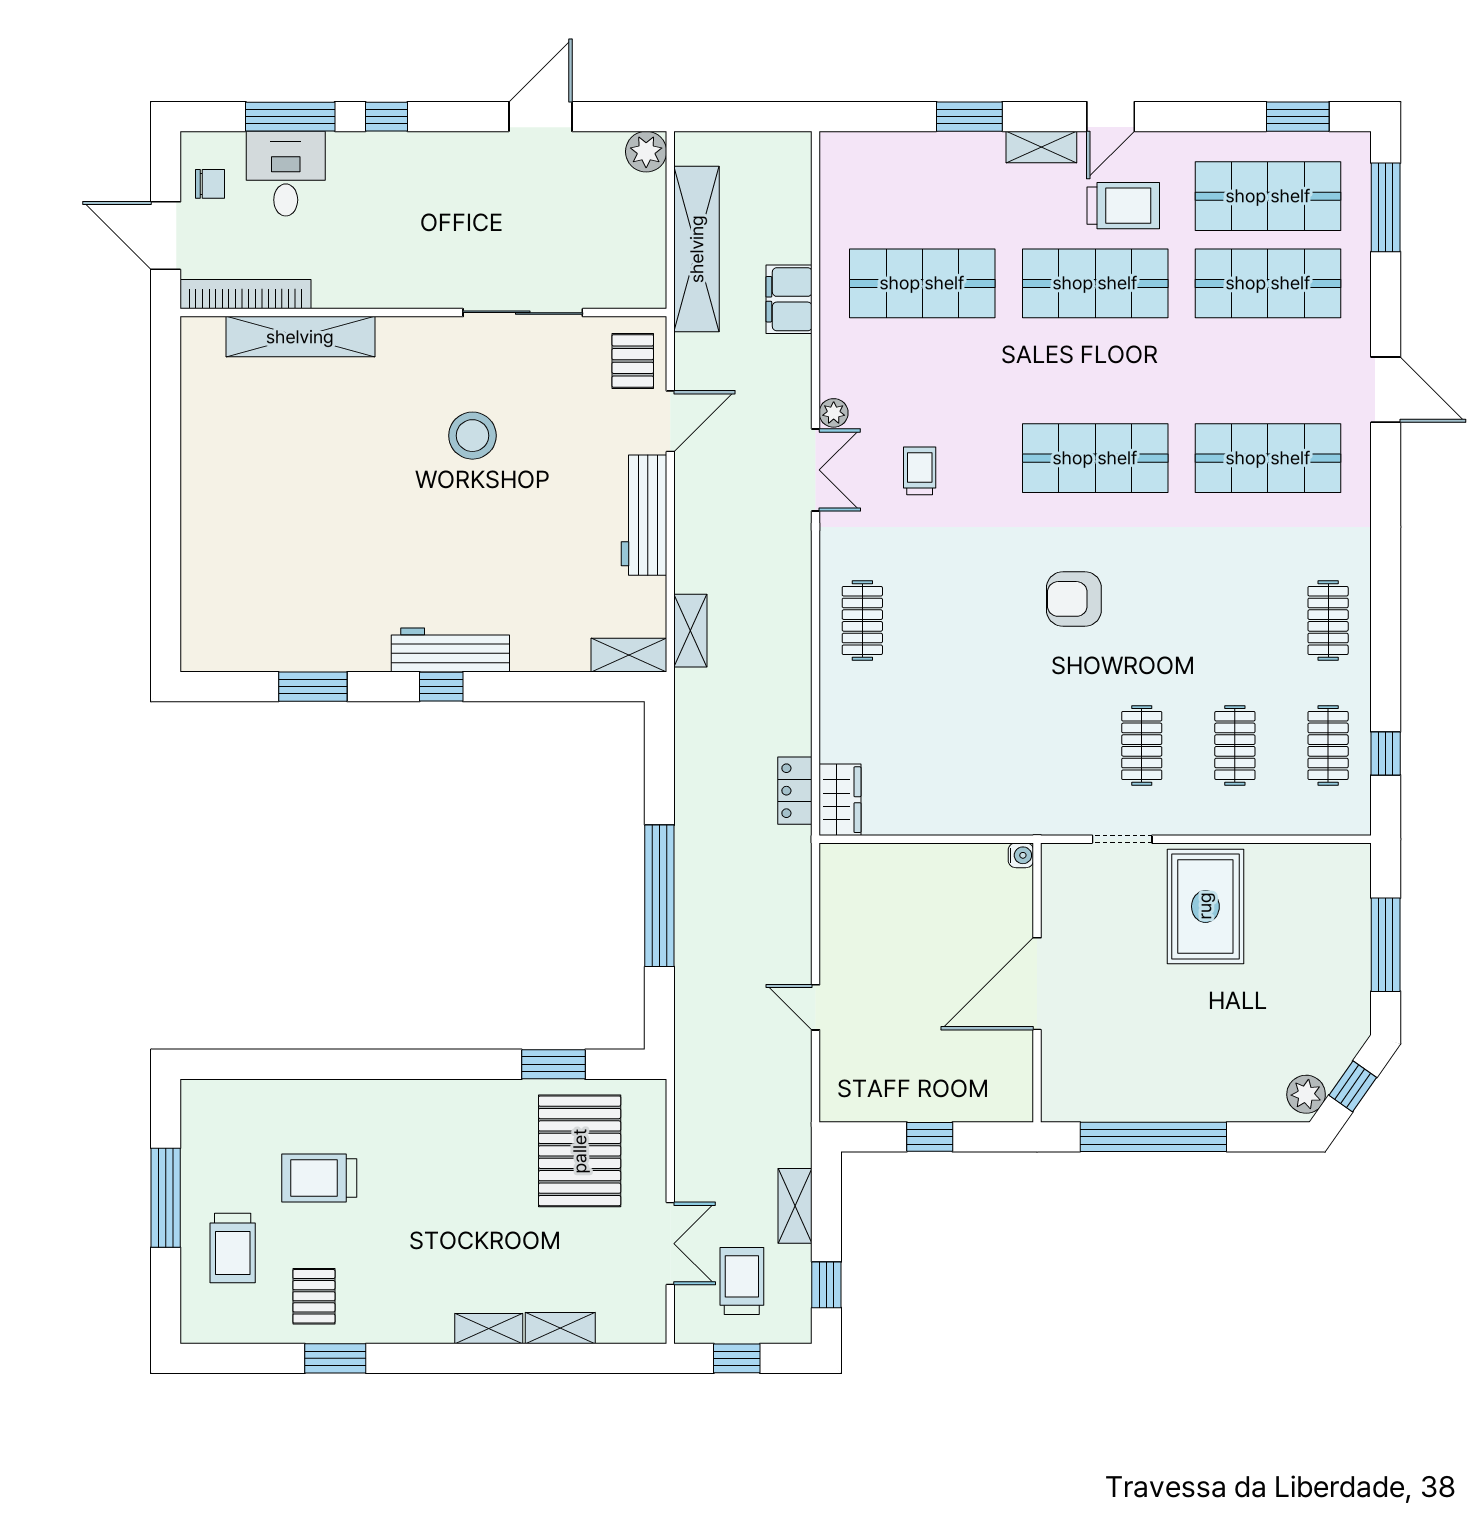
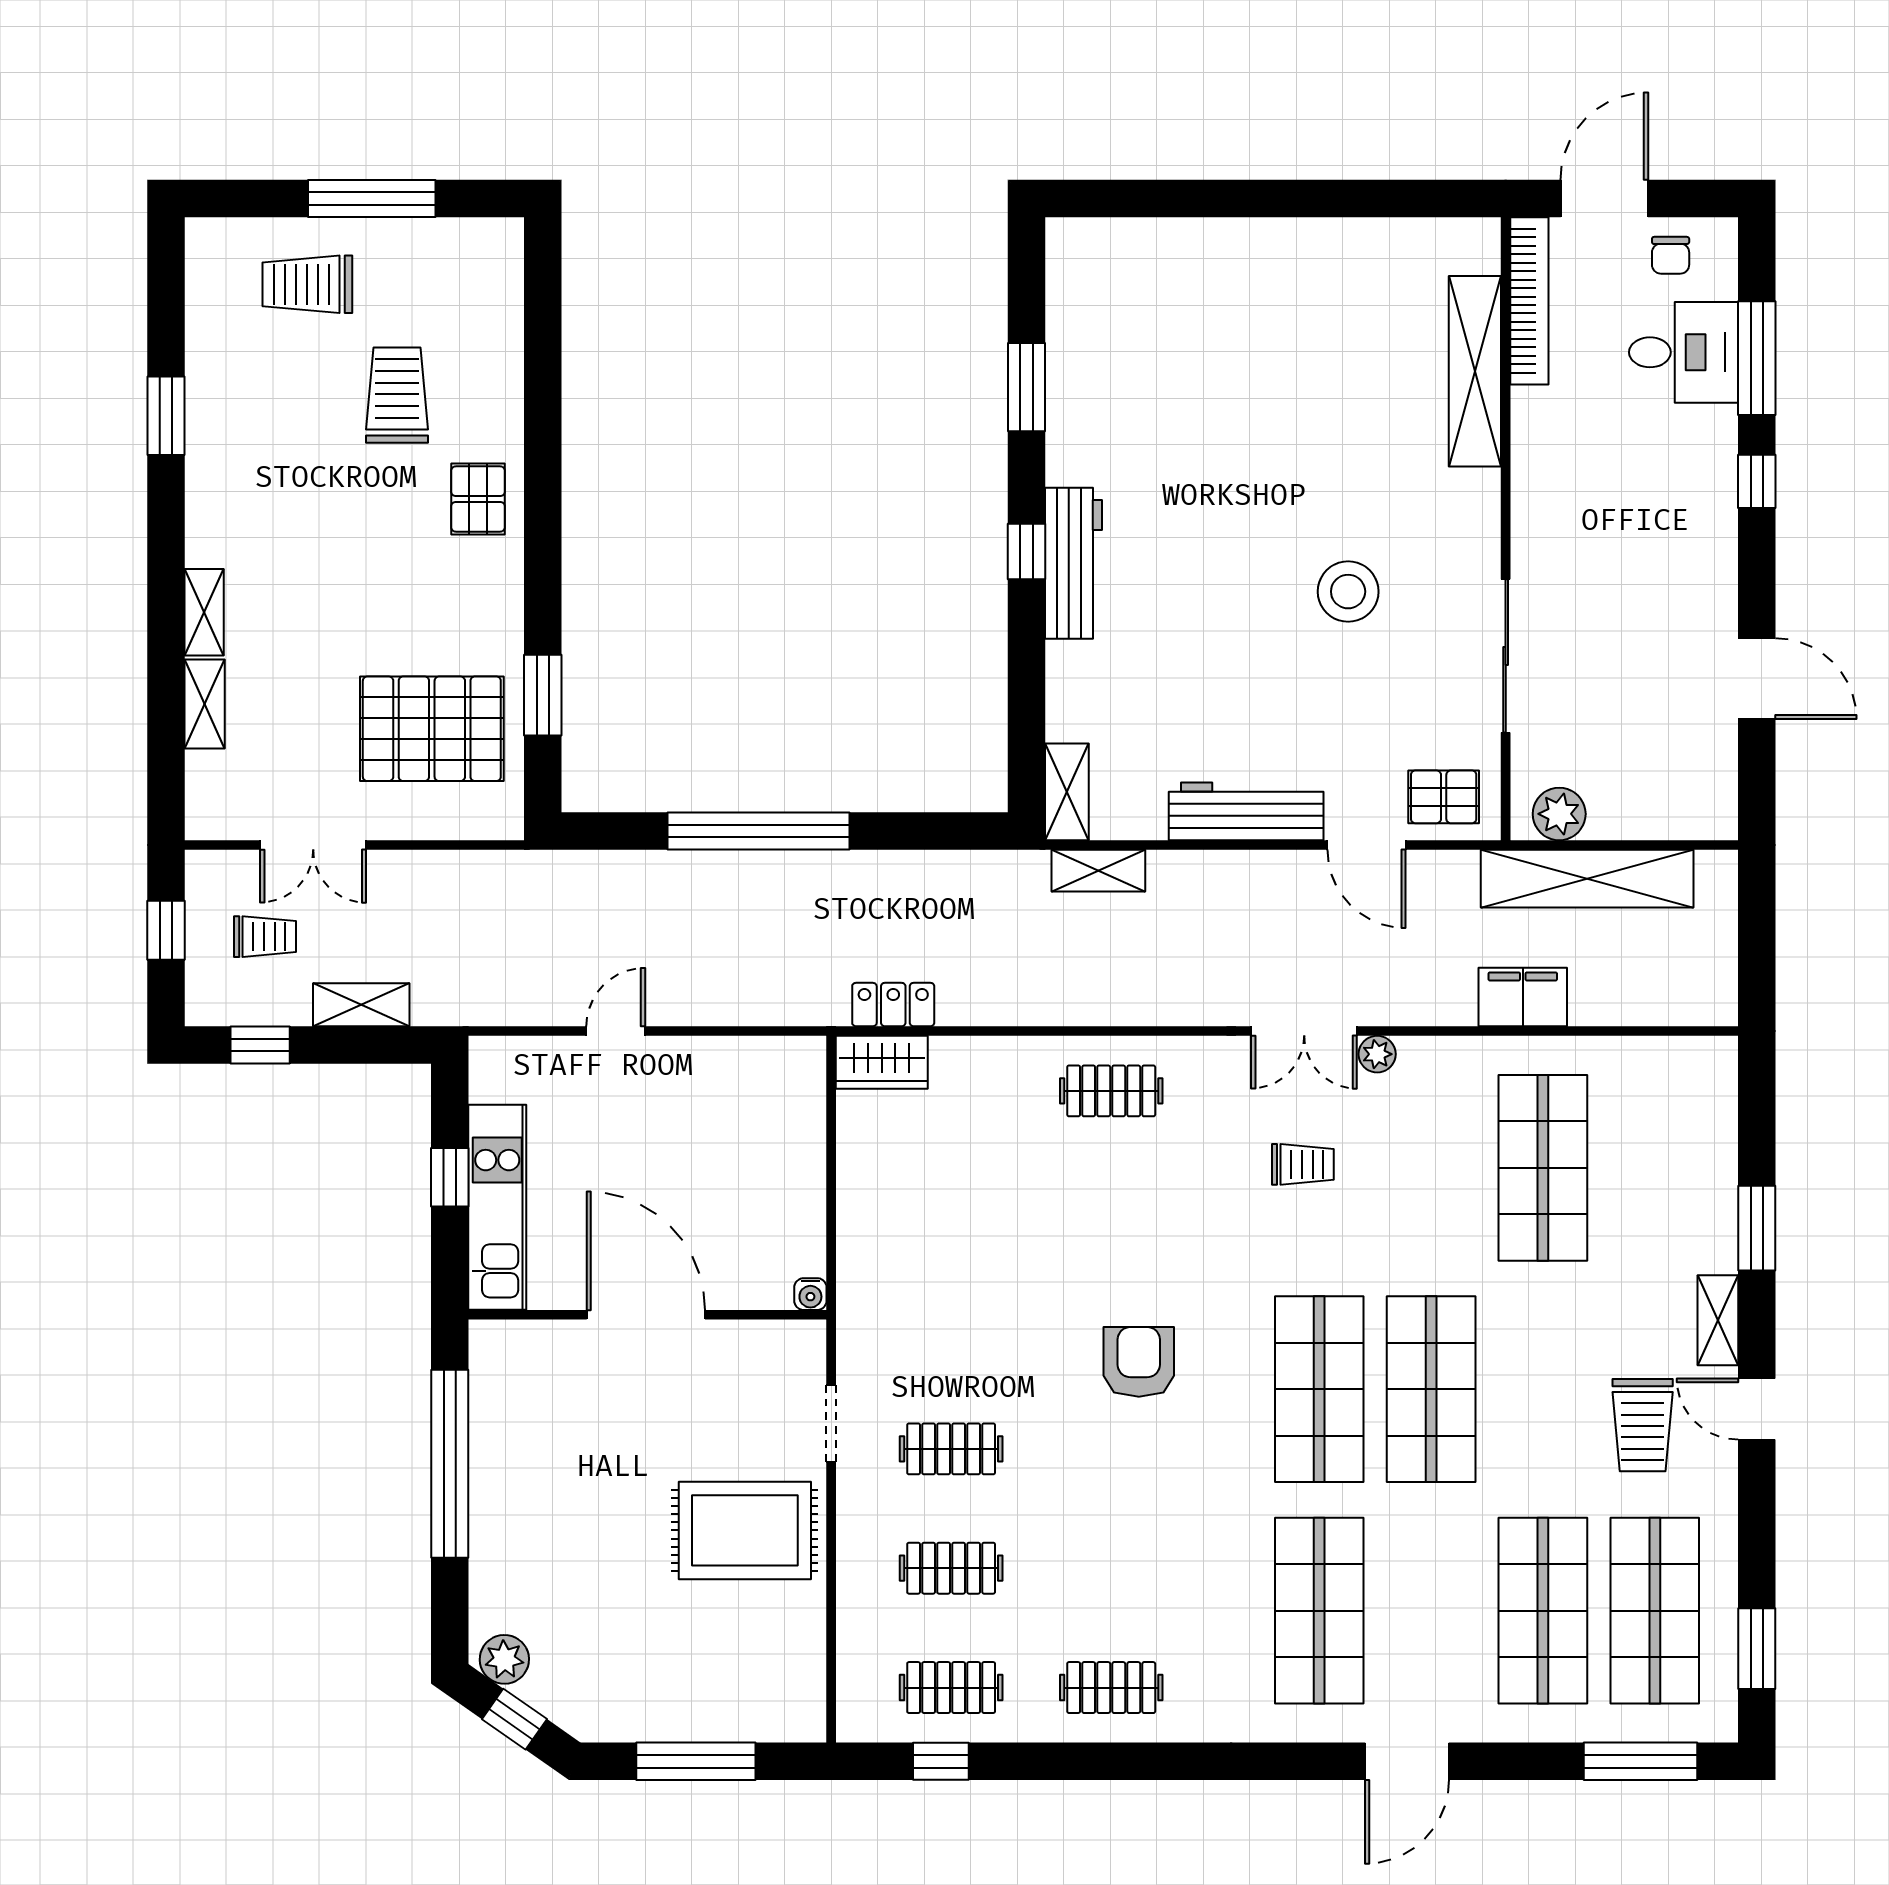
plant: (646, 152) -> (1559, 814), moved
shop shelf: (1095, 283) -> (1431, 1389), moved
kitchen unit: (953, 1100) -> (497, 1207), added
trolley: (742, 1281) -> (265, 937), width x0.73, depth x0.72
pallet: (314, 1296) -> (478, 499), moved, turned 90

